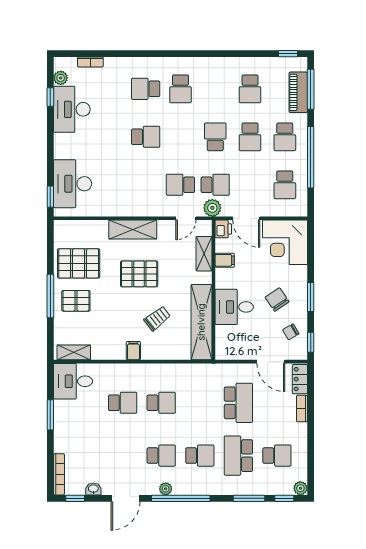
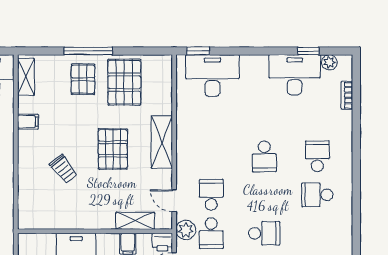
shelving: (201, 322) -> (59, 218), removed
filing cabinet: (133, 351) -> (28, 122), moved

